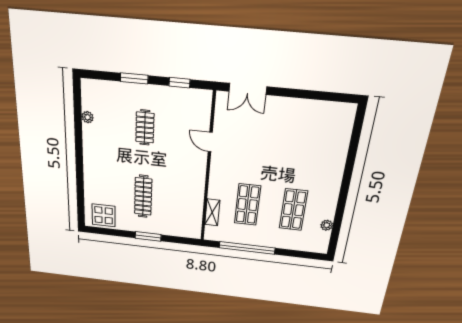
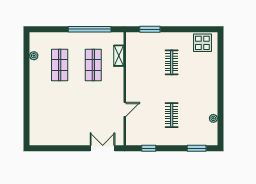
window: (134, 78) -> (197, 148), moved
door: (210, 142) -> (125, 109), hinge flipped
clothes rail: (143, 196) -> (172, 62), width x0.73
window: (148, 236) -> (150, 29), moved

